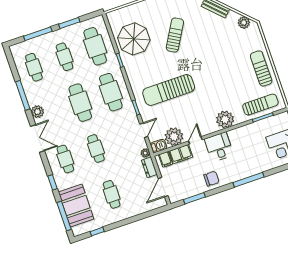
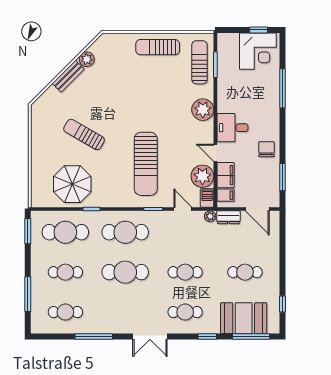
window: (69, 23) -> (28, 231), moved
plant: (244, 23) -> (87, 59), moved
plant: (37, 112) -> (119, 326), removed
double door: (37, 138) -> (150, 336), swing flipped
window: (249, 180) -> (283, 88), moved

